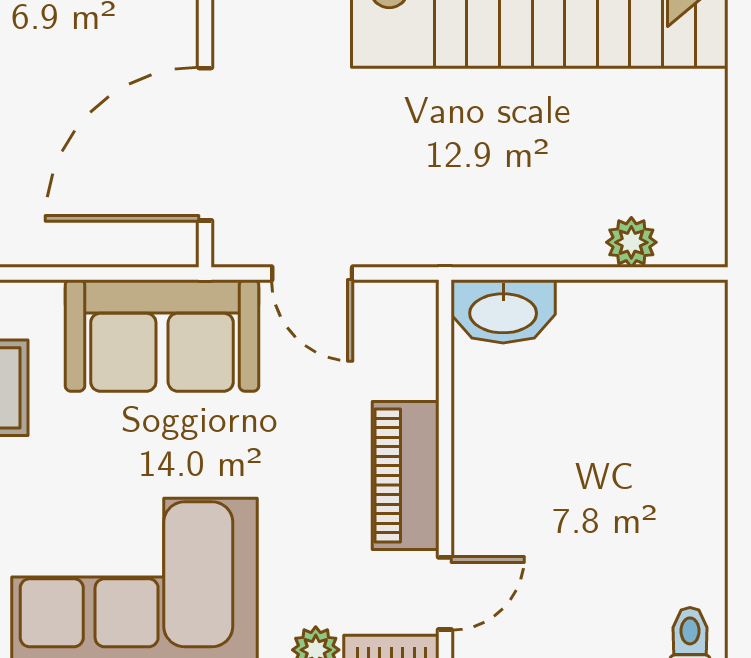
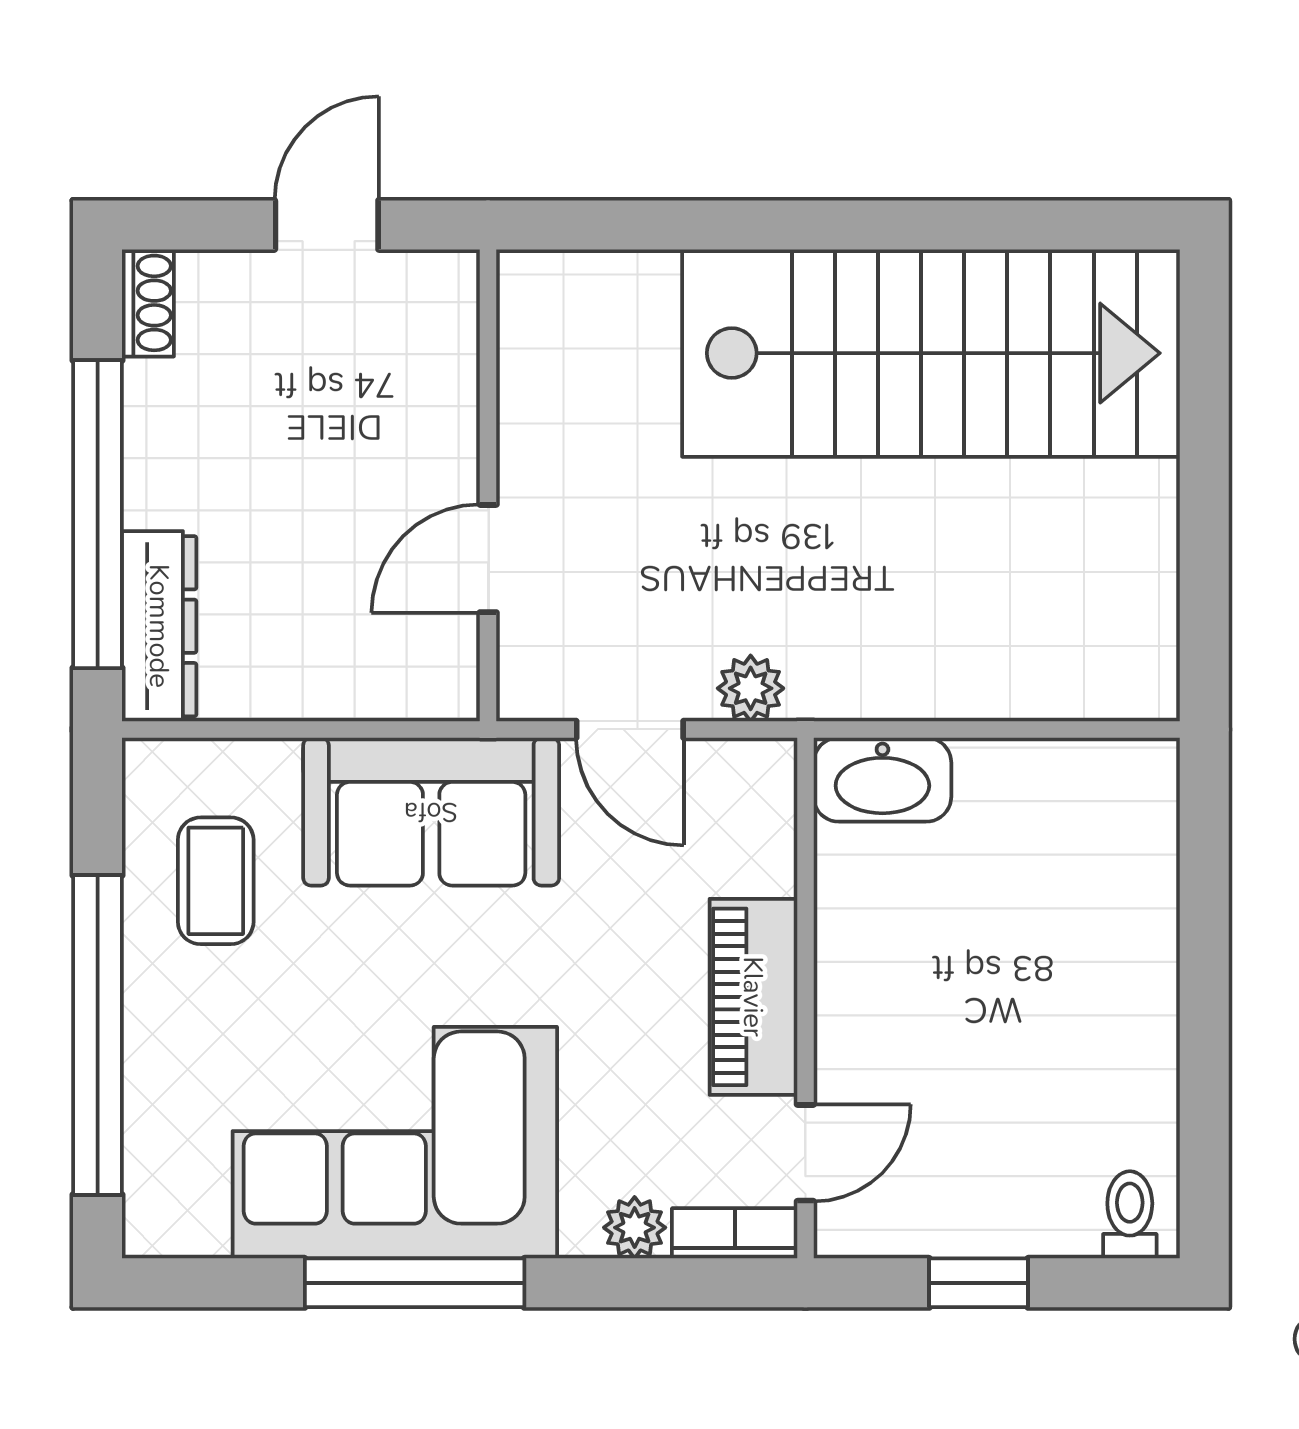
door: (205, 144) -> (488, 559), width x0.53
plant: (631, 242) -> (751, 688), moved

